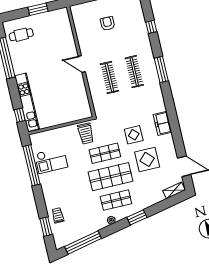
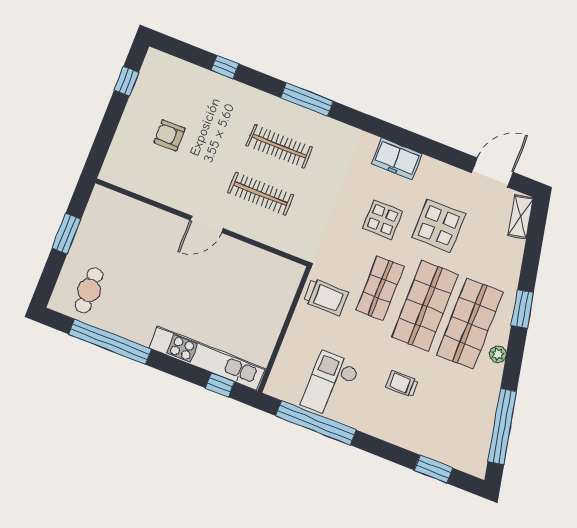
checkout: (51, 160) -> (330, 385), turned 180
shop shelf: (116, 200) -> (470, 324), width x1.43, depth x1.36
trolley: (58, 215) -> (402, 384), moved

